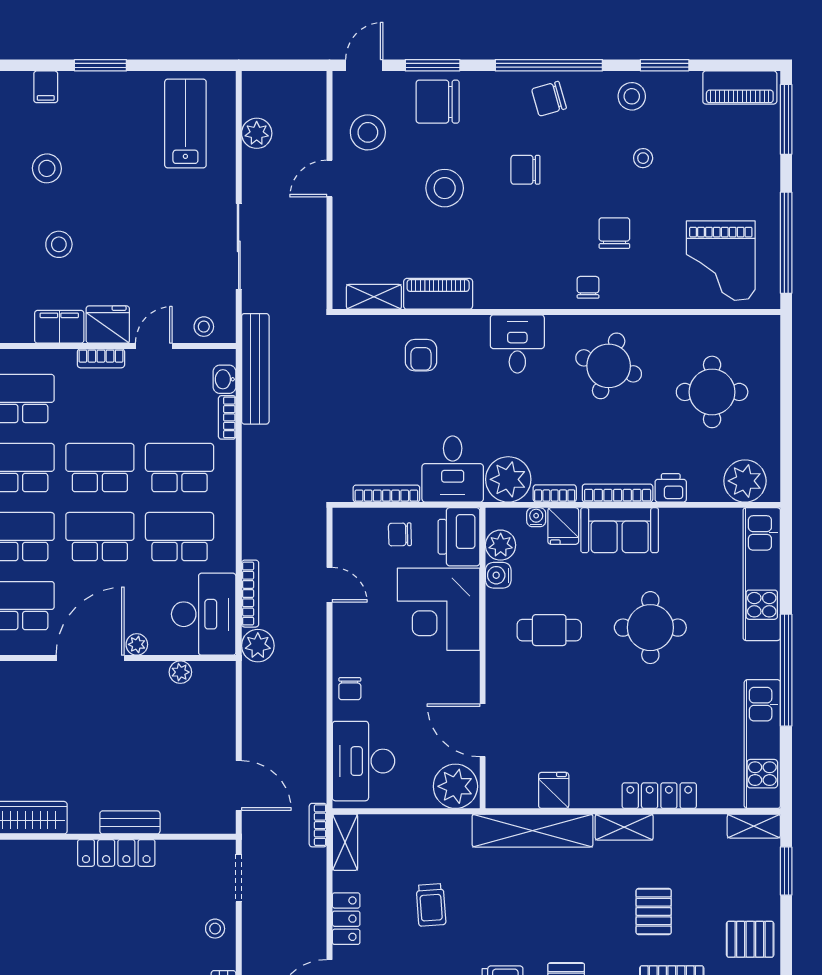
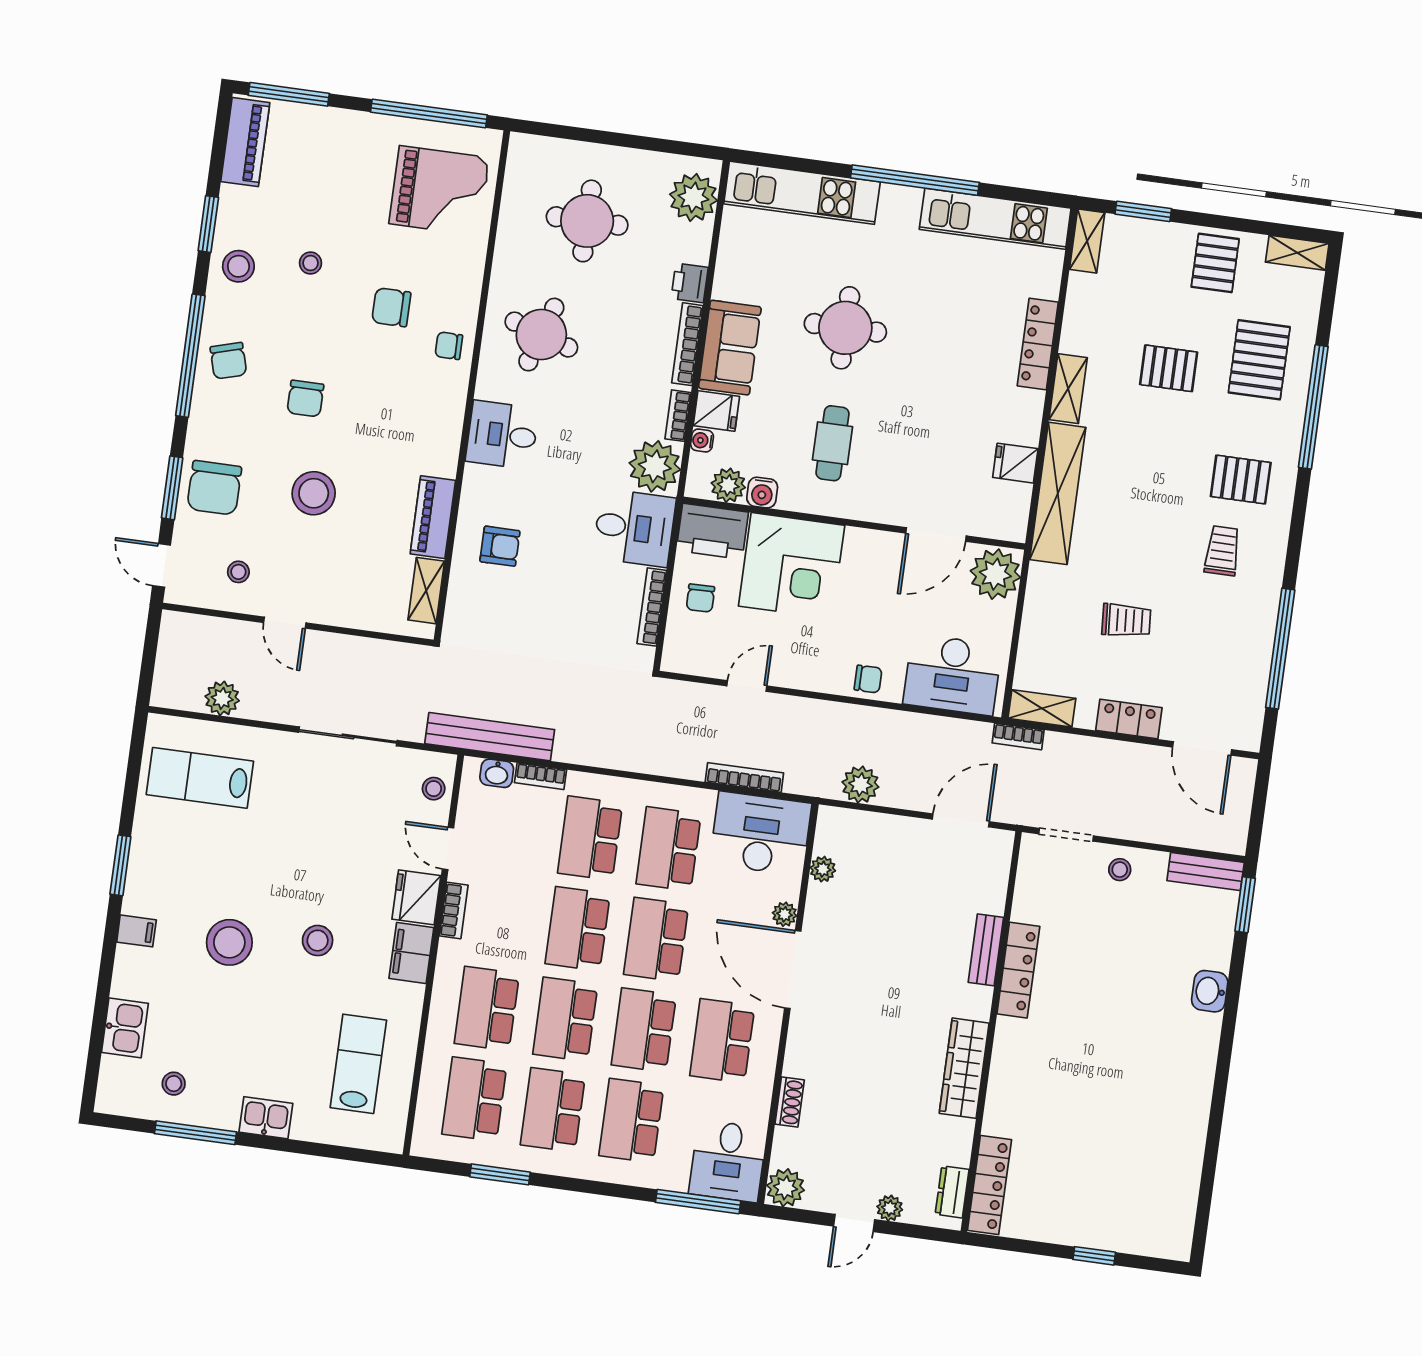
stool: (368, 132) -> (238, 572), width x0.53, depth x0.53
stool: (47, 168) -> (229, 942), width x1.38, depth x1.38
plant: (258, 646) -> (860, 785), moved

